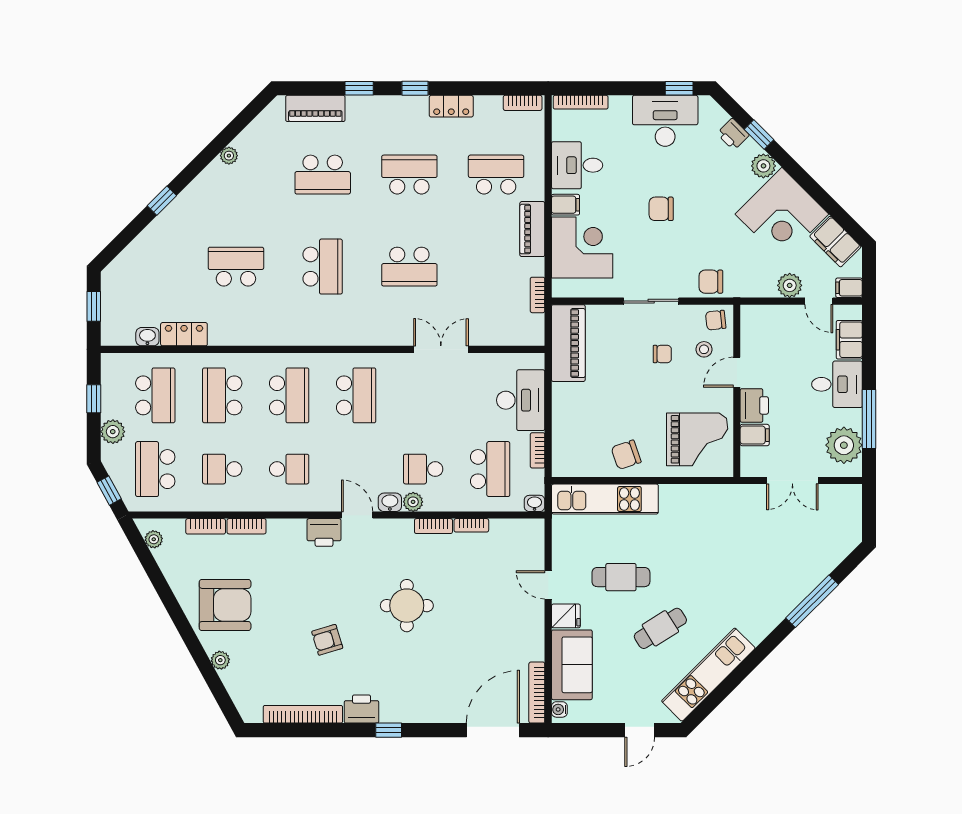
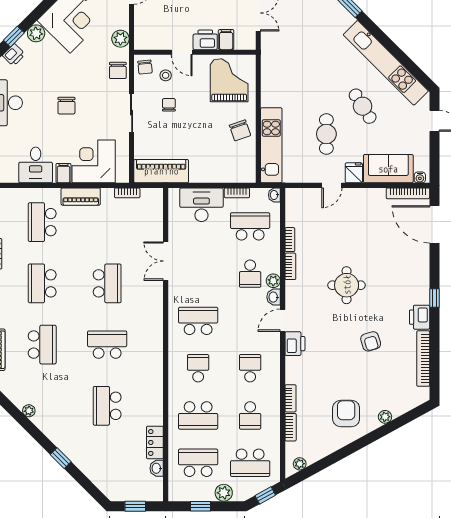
plant: (790, 285) -> (120, 39), moved
school desk: (289, 395) -> (198, 368), width x0.54
armchair: (225, 605) -> (346, 413), width x0.73, depth x0.73
kitchen unit: (708, 675) -> (386, 63), width x1.36

